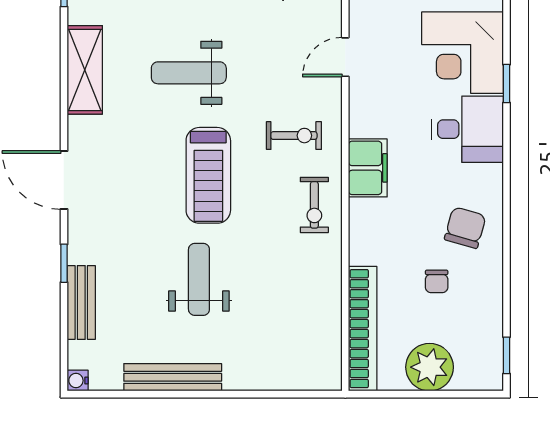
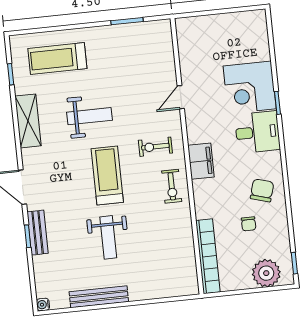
weight bench: (189, 73) -> (89, 116), turned 180
exercise bike: (294, 136) -> (155, 147), turned 180
treadmill: (208, 175) -> (107, 175), turned 180
weight bench: (199, 279) -> (108, 237), turned 180
bench: (81, 302) -> (38, 233), moved
plant: (430, 367) -> (266, 273), moved

